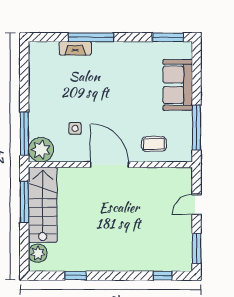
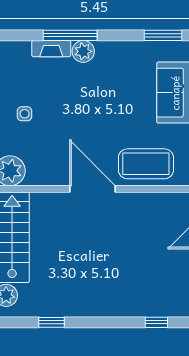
plant: (102, 51) -> (83, 51), added
side table: (75, 128) -> (25, 114), moved
coffee table: (154, 144) -> (146, 164), width x1.86, depth x1.72

